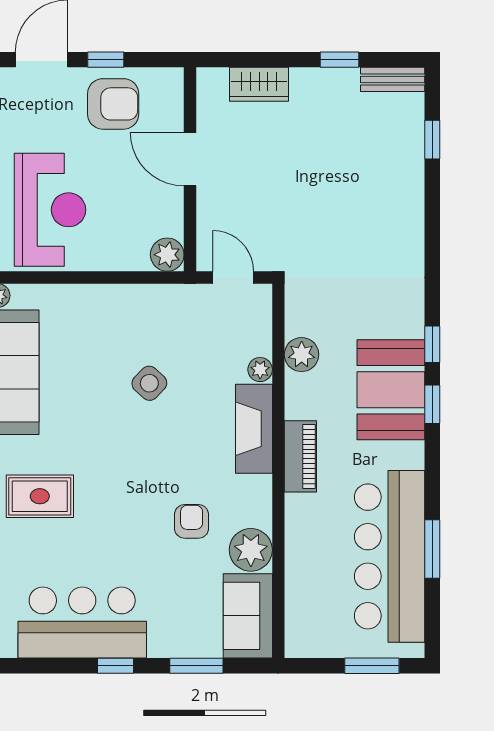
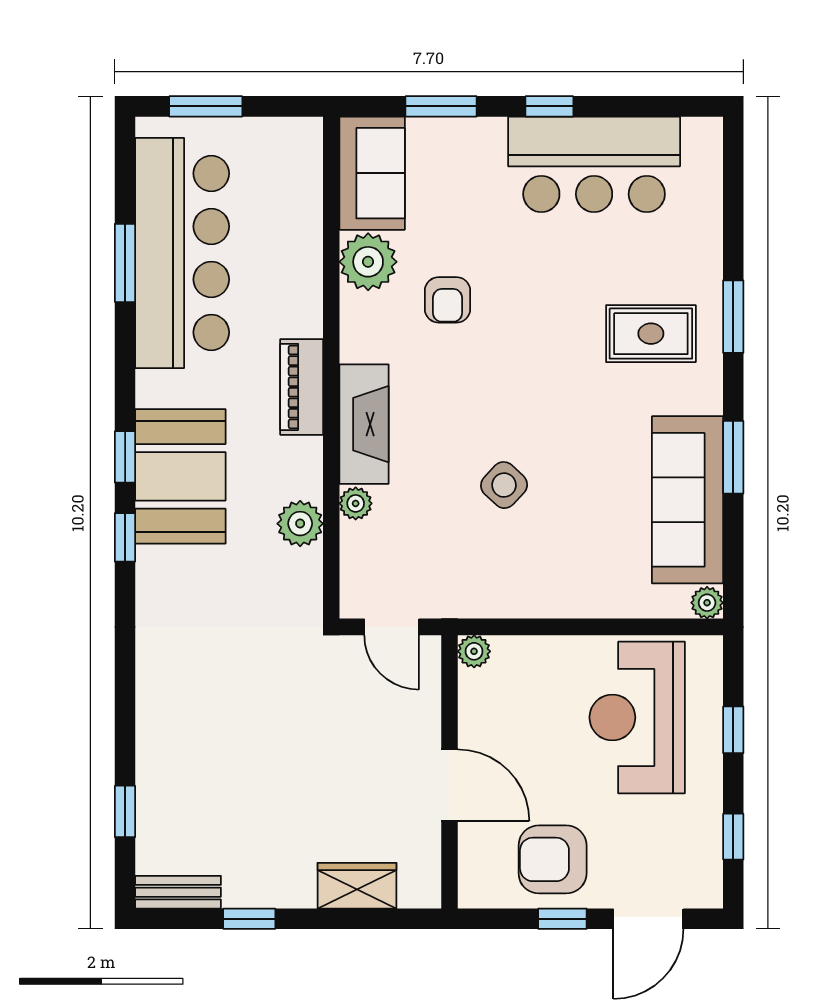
plant: (167, 255) -> (474, 651), width x0.73, depth x0.73

